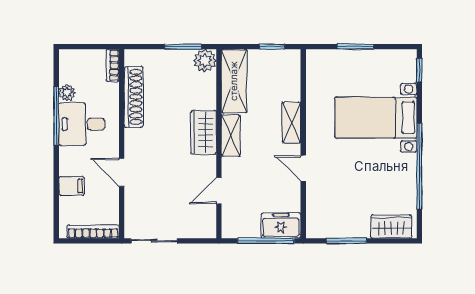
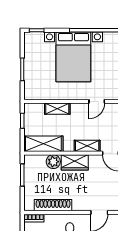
plant: (205, 61) -> (53, 162), moved
bed with nightstands: (376, 118) -> (73, 57), width x1.36
shelving: (291, 123) -> (57, 109), moved
shelving: (231, 136) -> (87, 146), moved

